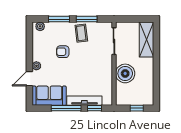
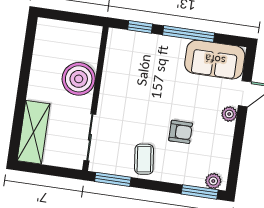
window: (59, 19) -> (200, 192), moved
window: (87, 19) -> (113, 179), moved
tv unit: (84, 101) -> (155, 42), removed
window: (137, 108) -> (67, 16), removed

